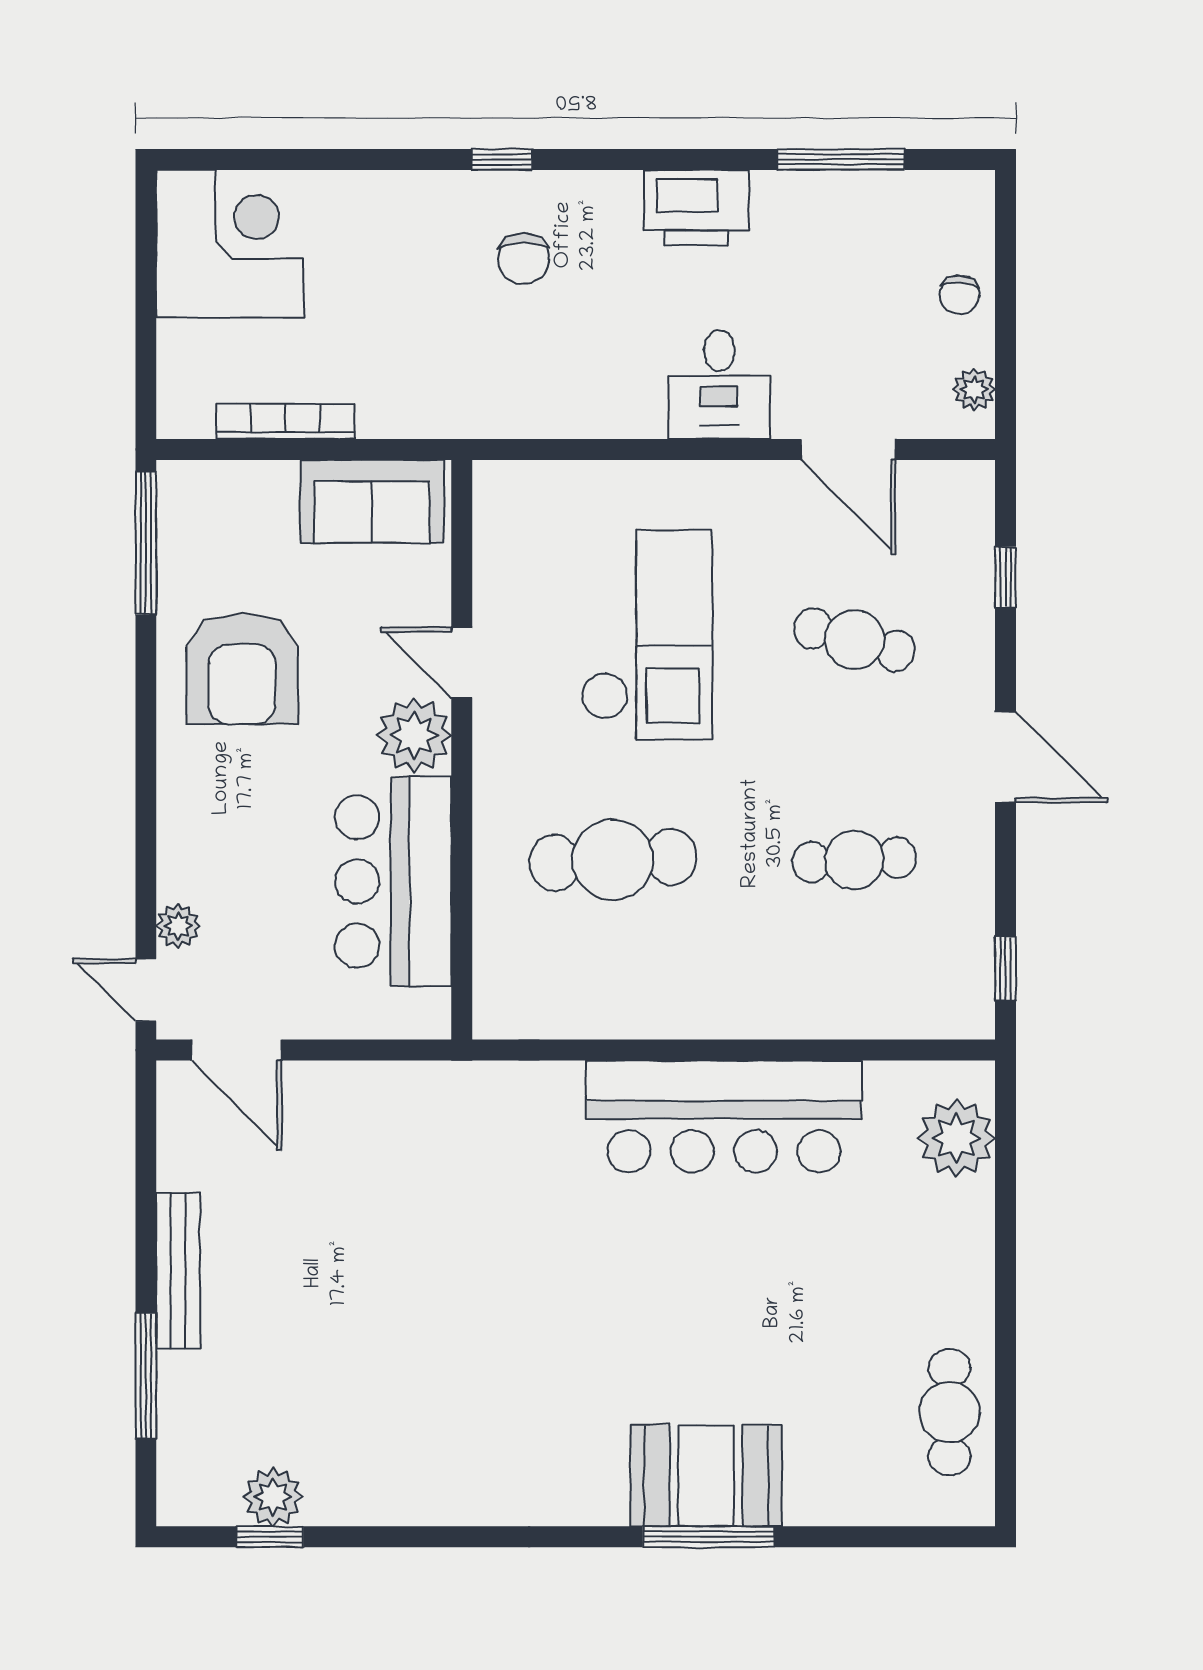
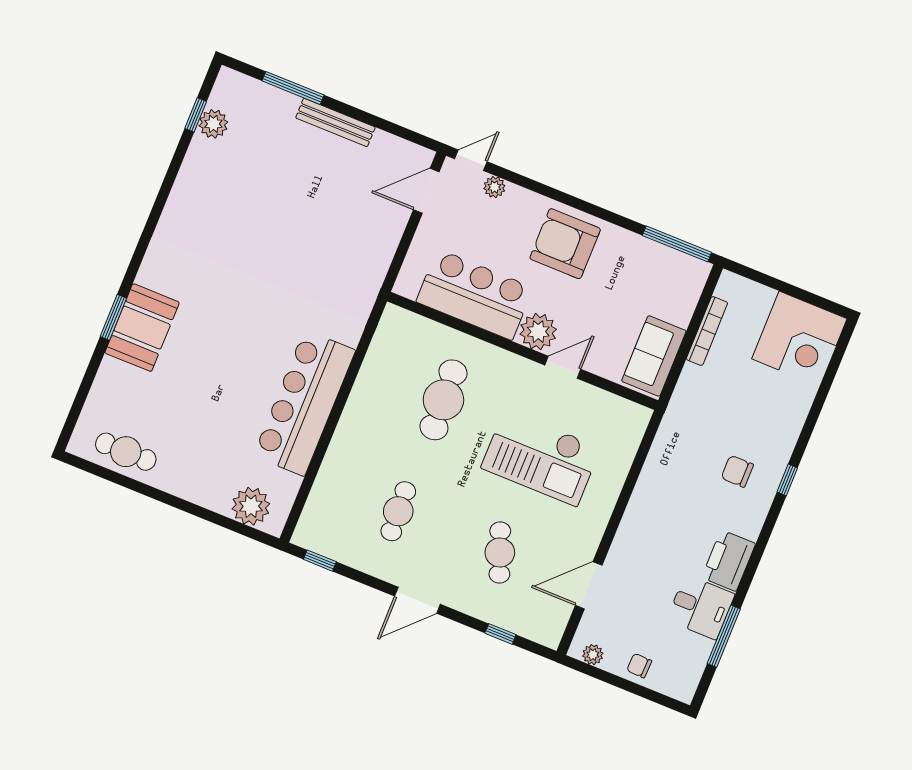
desk: (719, 384) -> (701, 607), moved, turned 180
cafe table: (854, 640) -> (500, 552), turned -36
armchair: (242, 669) -> (565, 244), moved
window: (709, 1537) -> (113, 317), width x0.69

